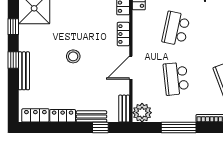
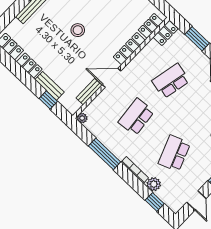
locker: (123, 34) -> (129, 49), width x1.53
bench: (124, 109) -> (89, 92), moved
plant: (142, 113) -> (82, 118), width x0.53, depth x0.53

